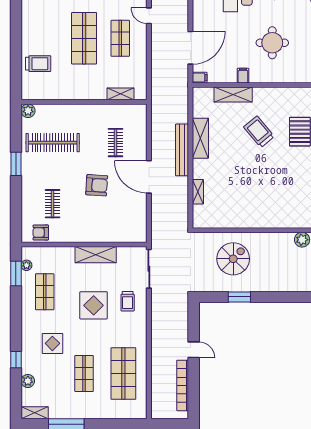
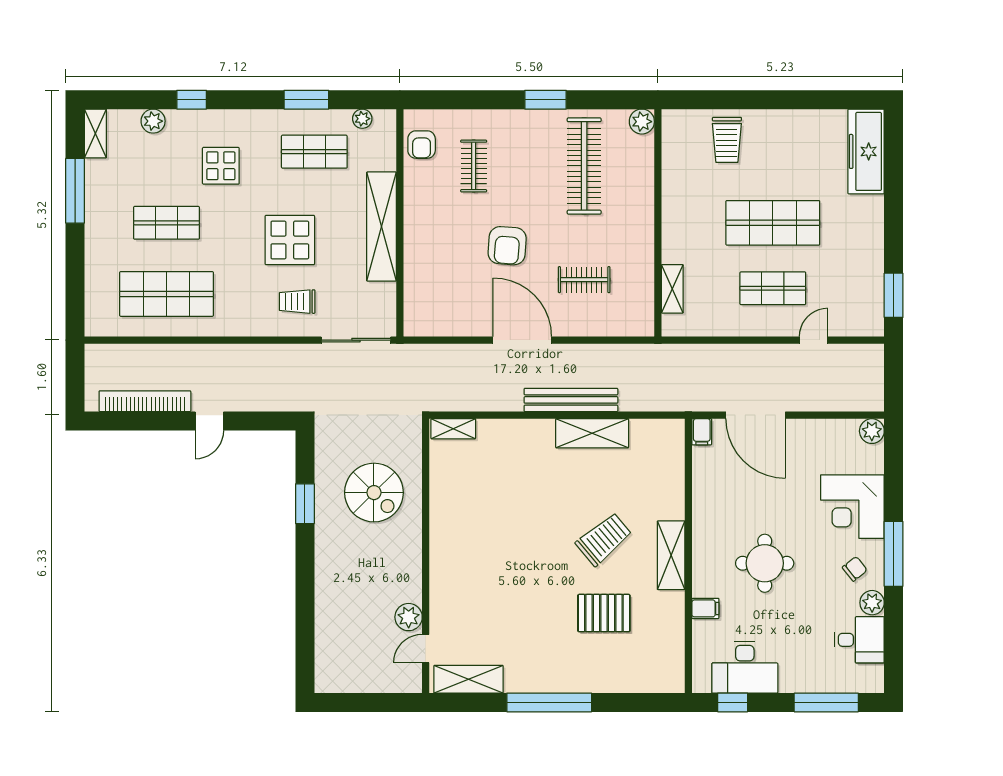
filing cabinet: (243, 76) -> (705, 608), moved
shelving: (233, 95) -> (671, 555), moved
door: (149, 177) -> (522, 340), hinge flipped
shelving: (198, 192) -> (453, 429), moved
clothes rail: (53, 204) -> (474, 166), turned 90
armchair: (41, 232) -> (422, 145), turned 180
shelving: (96, 255) -> (382, 227), width x1.47
window: (16, 273) -> (306, 100), moved

